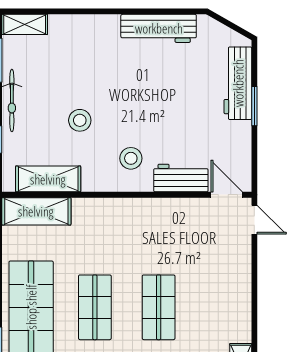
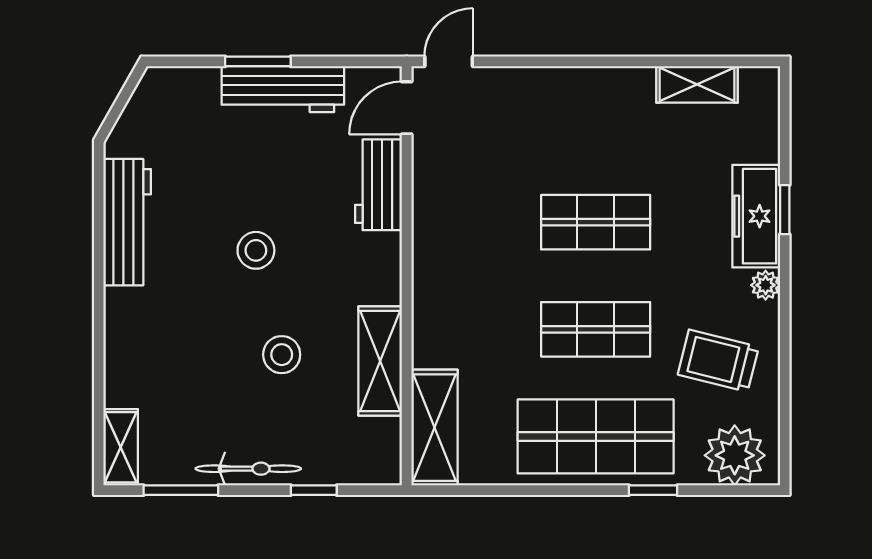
workbench: (238, 83) -> (283, 89), moved
stool: (131, 158) -> (256, 250), moved
shelving: (48, 179) -> (380, 361), moved

